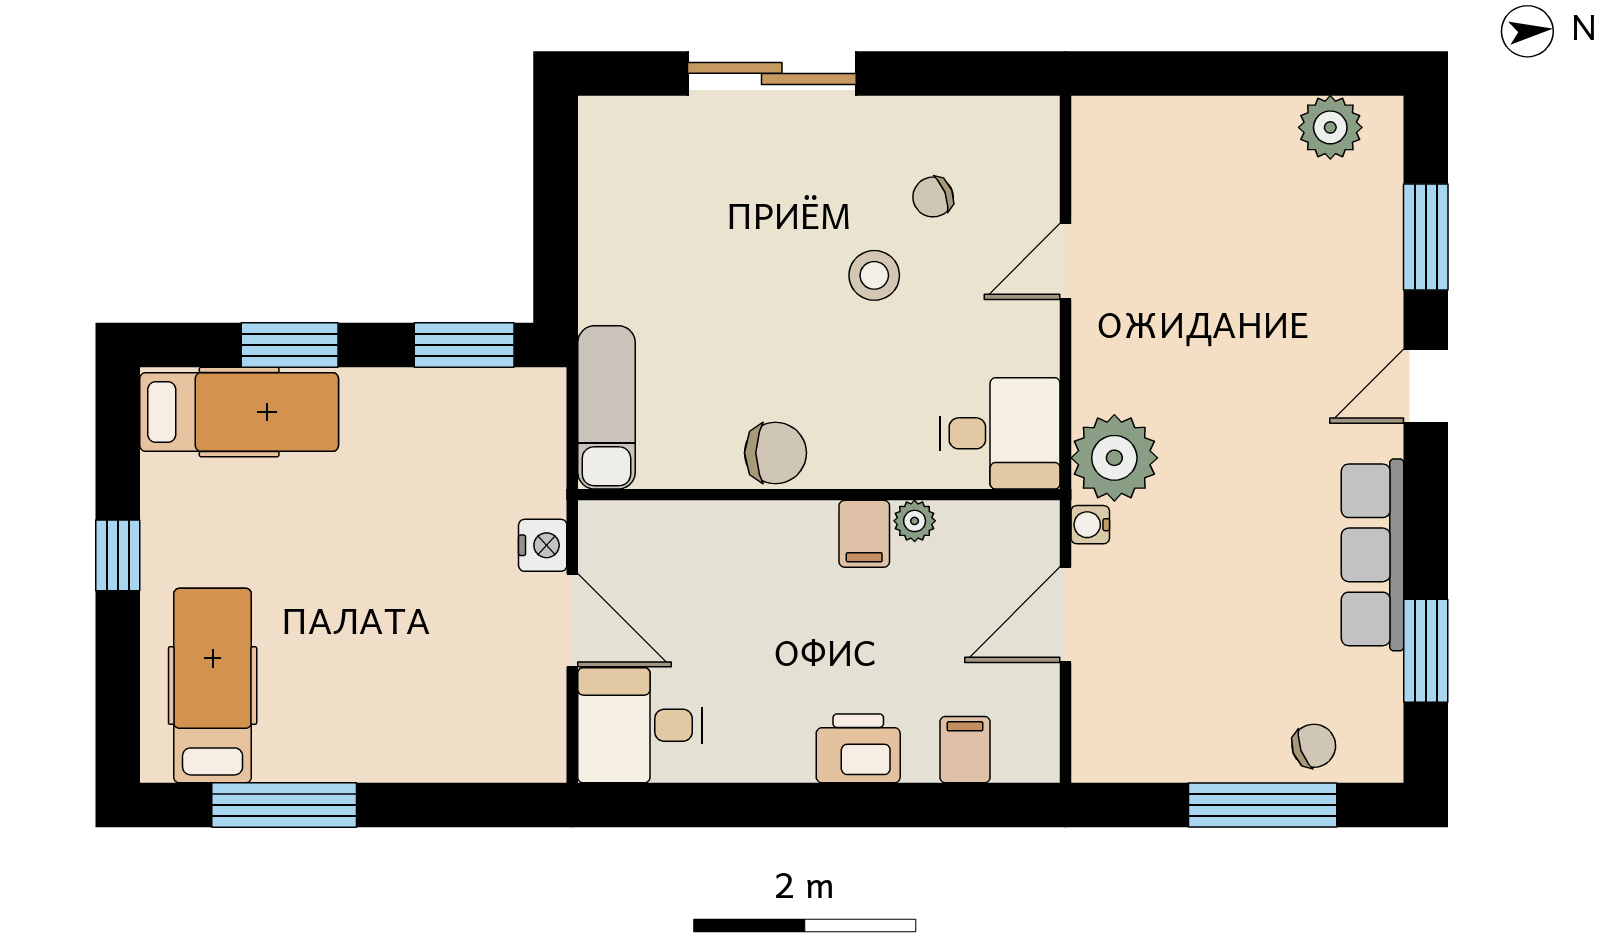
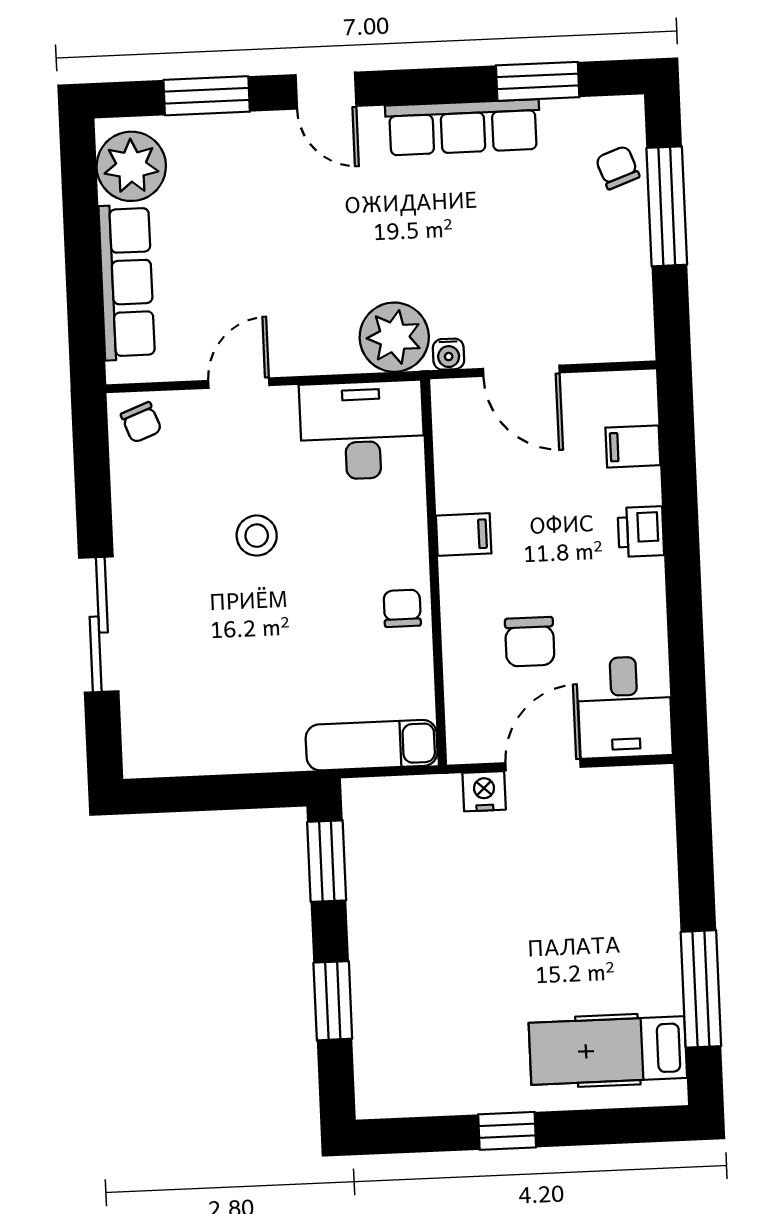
row of seats: (1197, 127) -> (127, 282), added
plant: (1330, 127) -> (131, 166), width x1.36, depth x1.36
chair: (933, 197) -> (141, 422), moved
door: (1066, 261) -> (239, 383), swing flipped
hospital bed: (239, 412) -> (388, 1039), removed
desk: (1000, 433) -> (362, 430), width x1.37
chair: (775, 453) -> (402, 608), width x0.73, depth x0.73
plant: (915, 521) -> (452, 495), removed
chair: (727, 610) -> (530, 642), added
printer: (858, 748) -> (641, 532), width x0.73, depth x0.81

